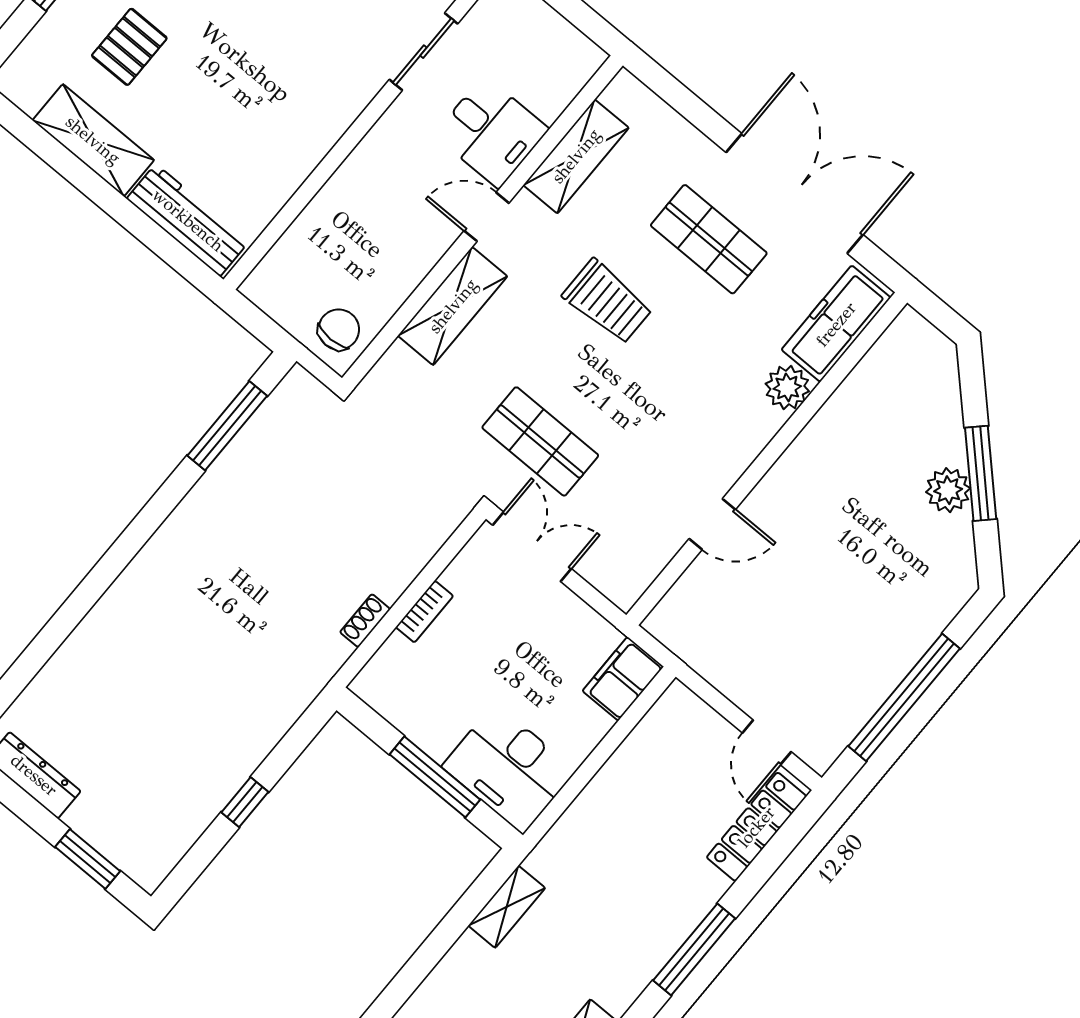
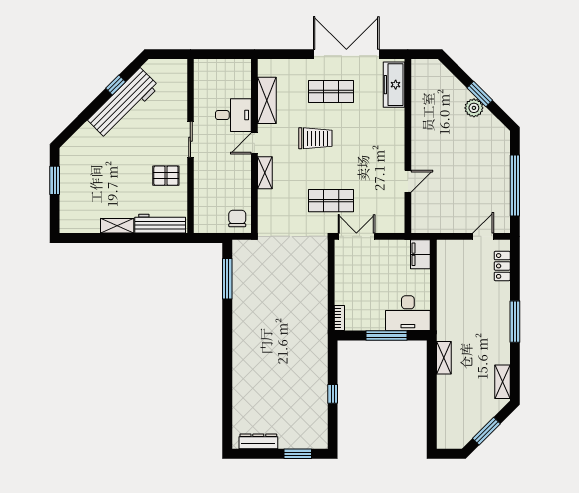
pallet: (129, 47) -> (166, 176), moved, turned 90
sliding door: (424, 52) -> (190, 139), moved
shelving: (93, 140) -> (117, 226), width x0.67, depth x0.75
shelving: (453, 306) -> (265, 173), width x0.67, depth x0.75
plant: (787, 388) -> (395, 118), removed
window: (981, 473) -> (480, 94), width x0.69
bookcase: (424, 612) -> (339, 318), moved
shoe rack: (365, 621) -> (323, 304), removed
door: (767, 742) -> (483, 236), swing flipped
locker: (756, 827) -> (502, 266), width x0.66

